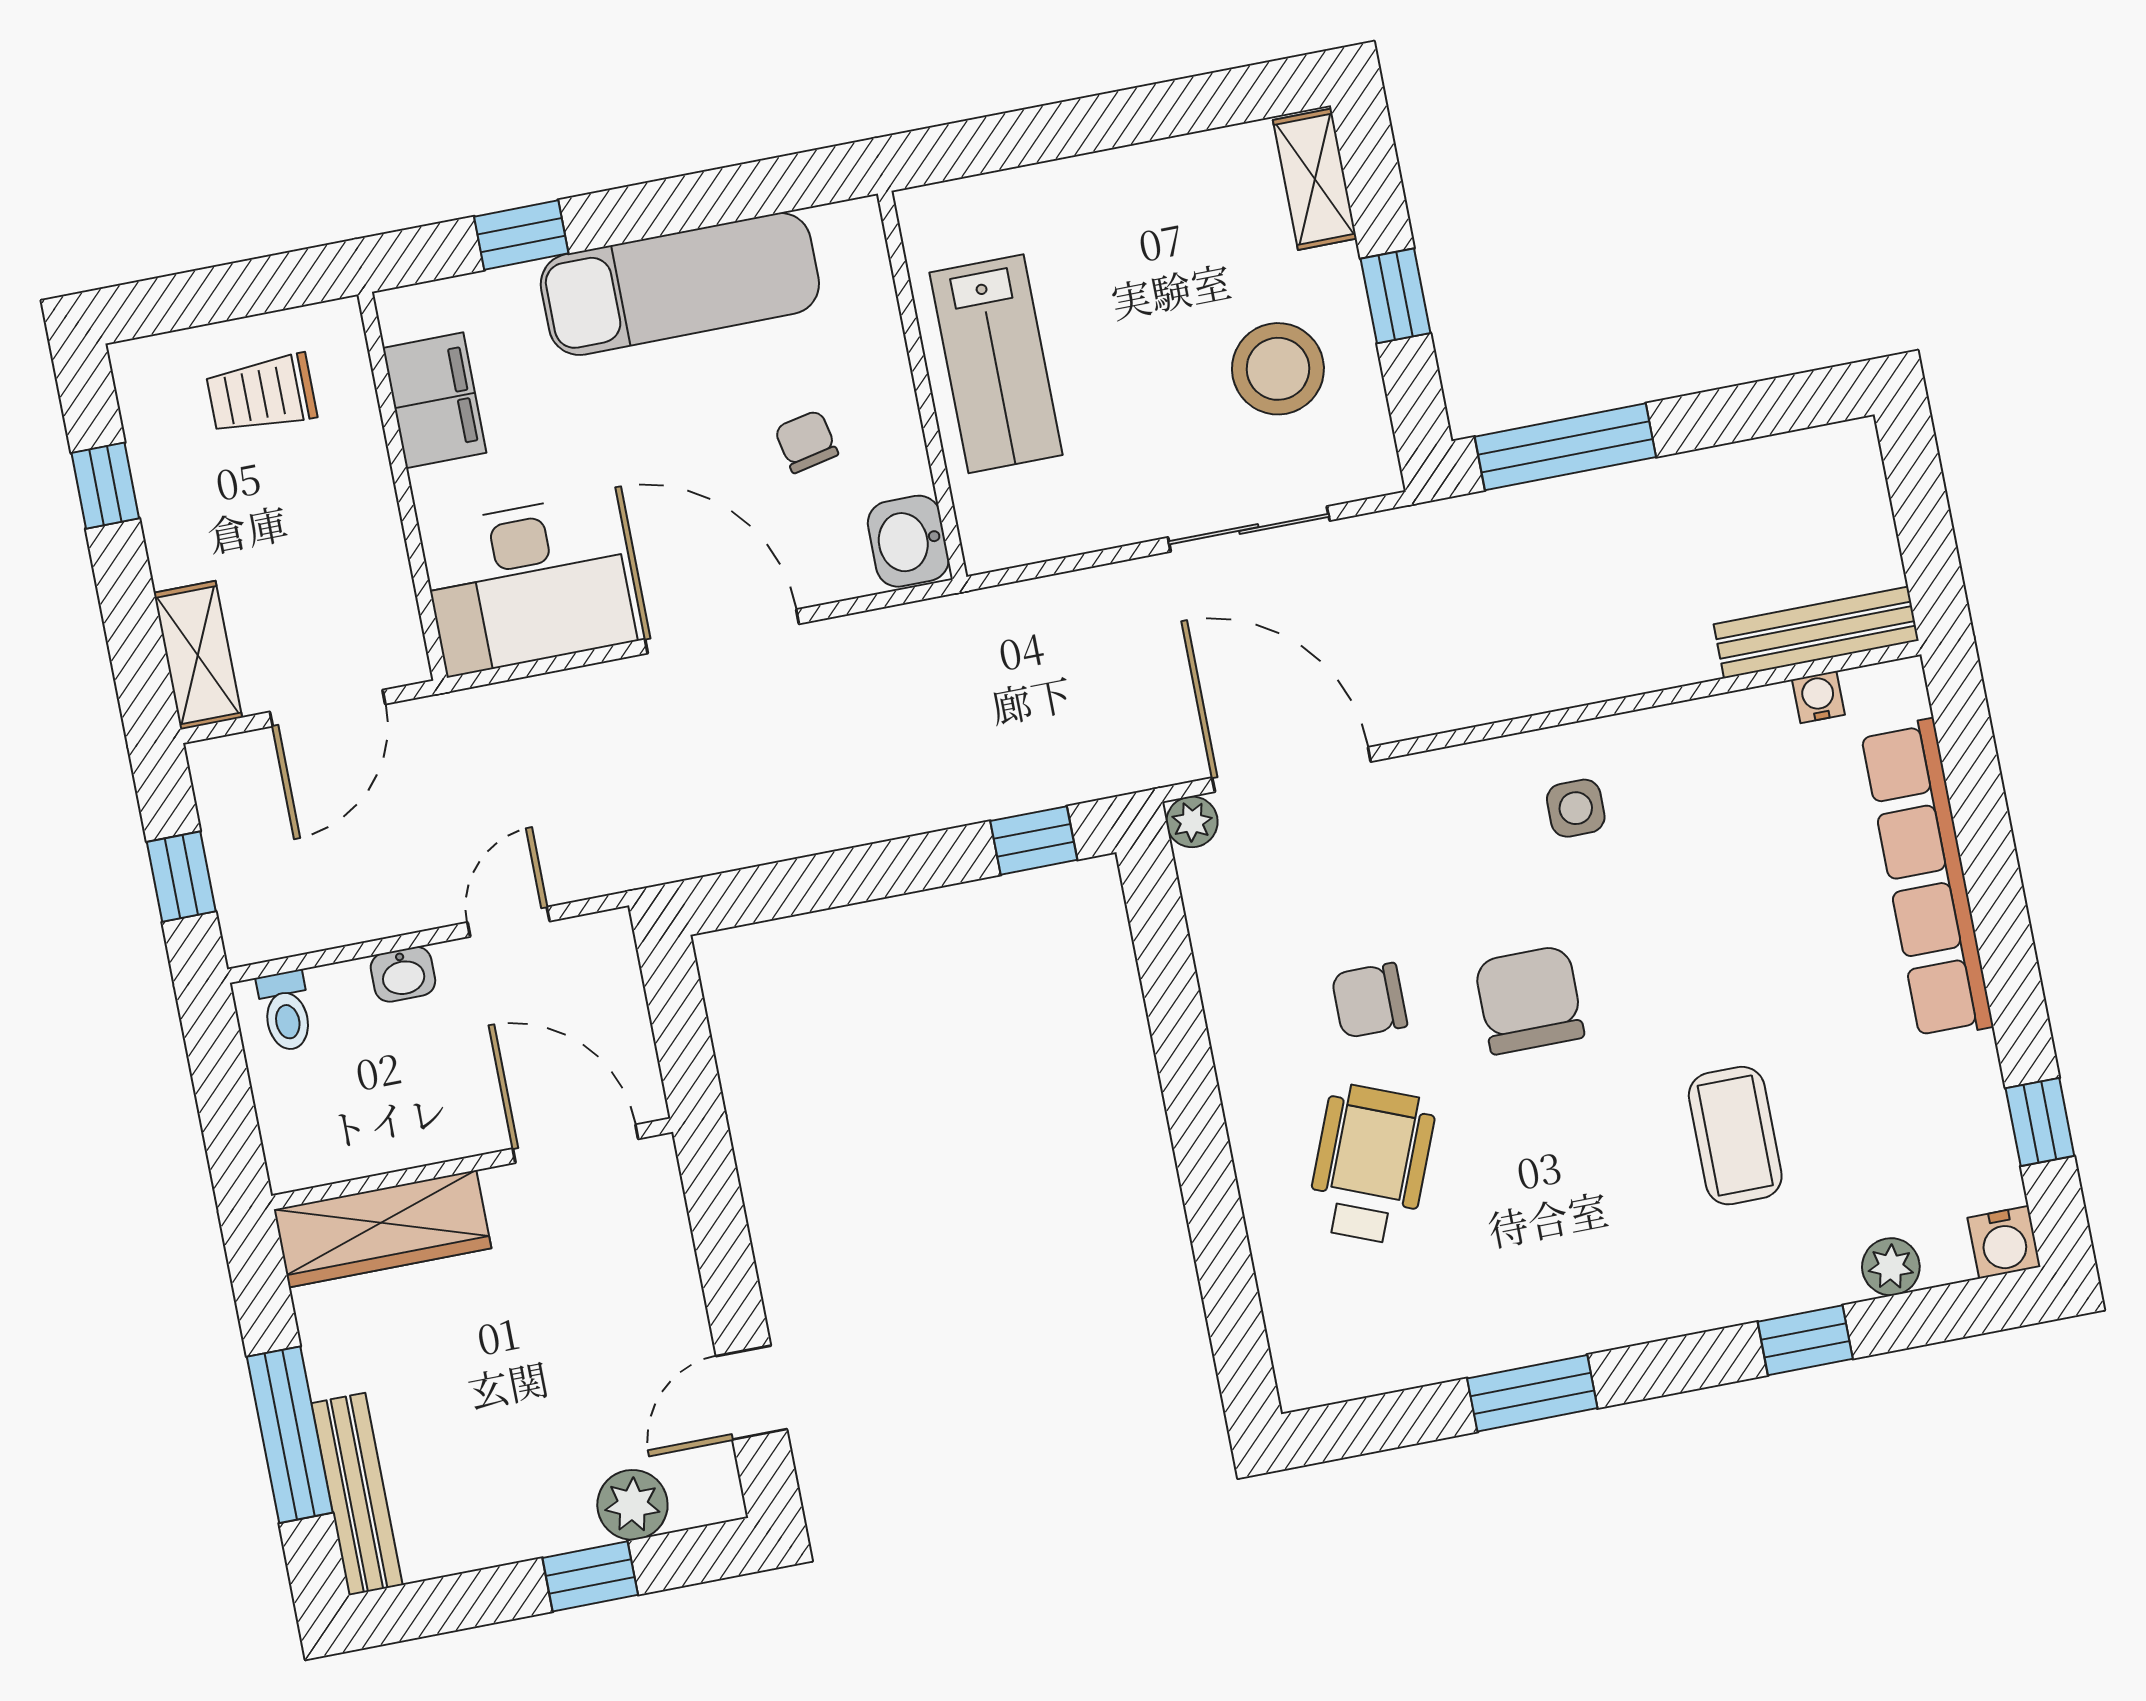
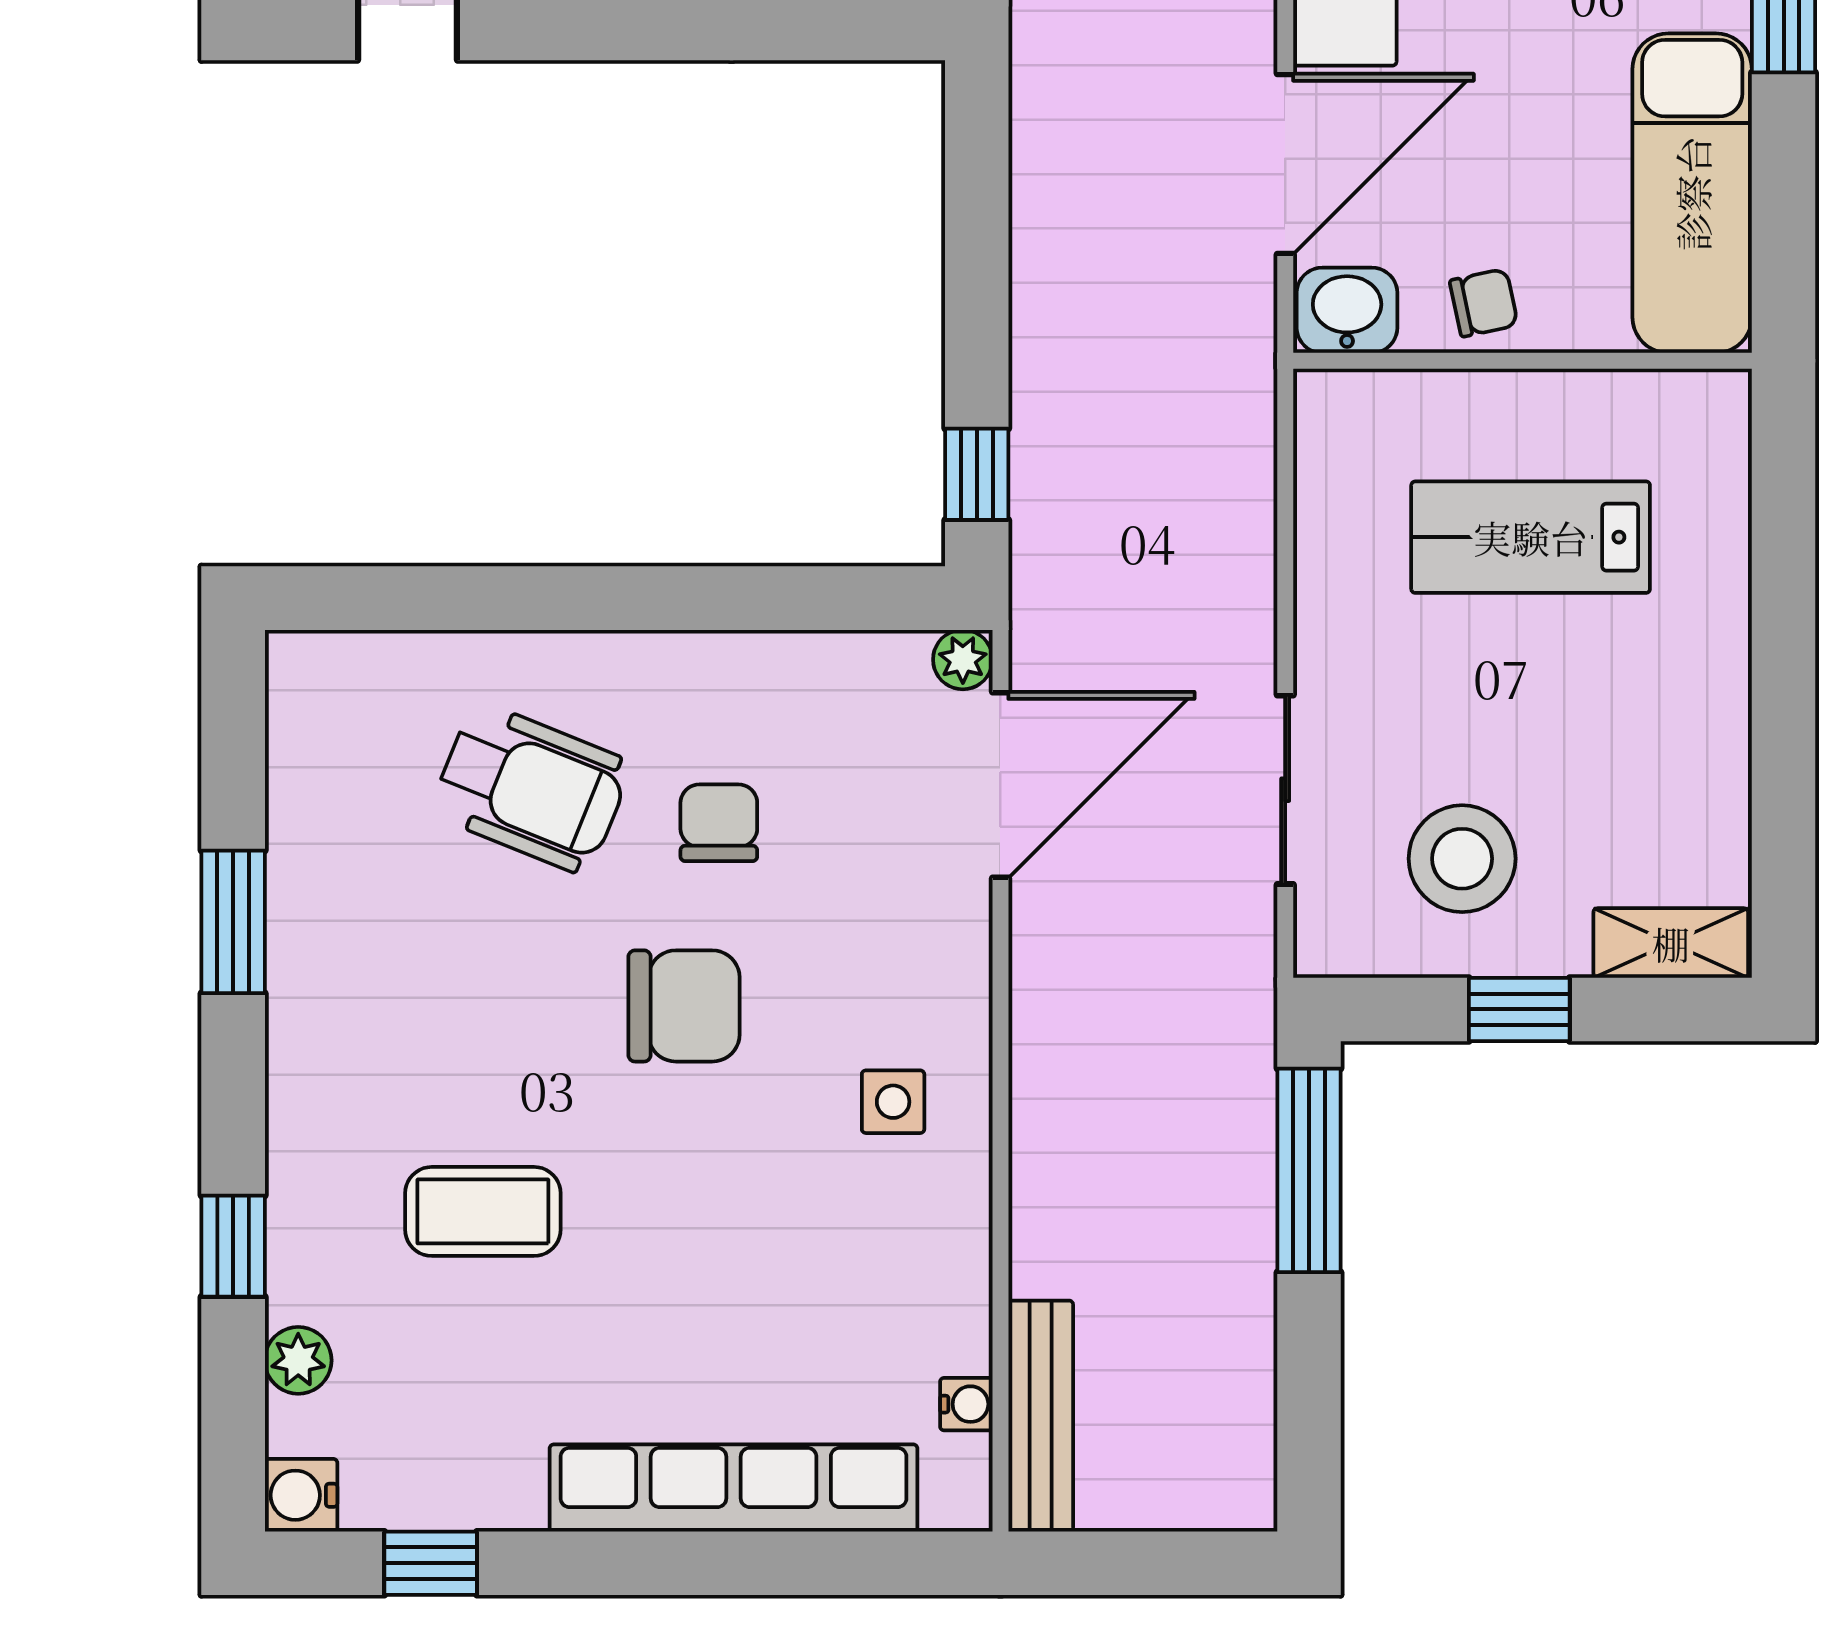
wall: (922, 385) -> (1522, 361), moved
washbasin: (908, 541) -> (1347, 310), moved

